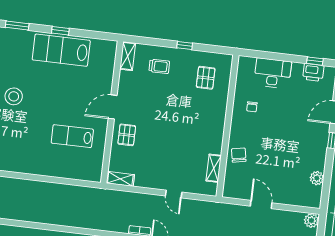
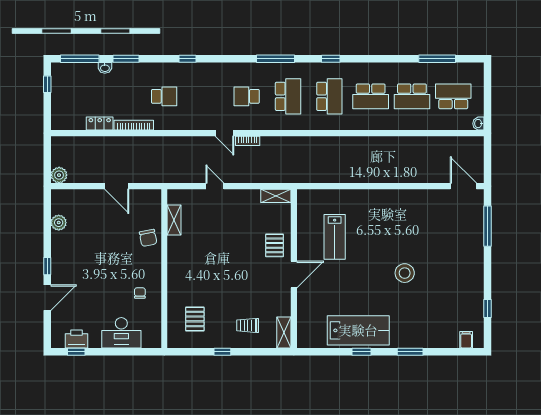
lab bench: (72, 136) -> (335, 237), turned 90

